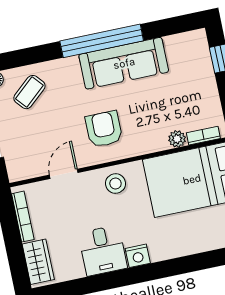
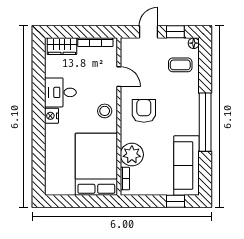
sofa: (124, 63) -> (186, 165), moved
coffee table: (29, 92) -> (180, 65), turned -49
armchair: (104, 129) -> (144, 111), turned -90
plant: (177, 139) -> (132, 155), width x1.88, depth x1.88

